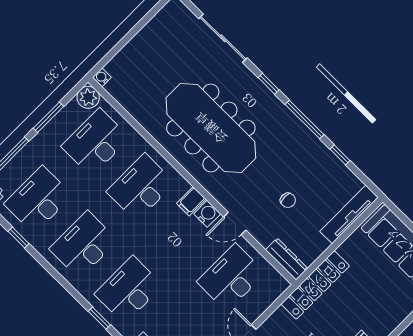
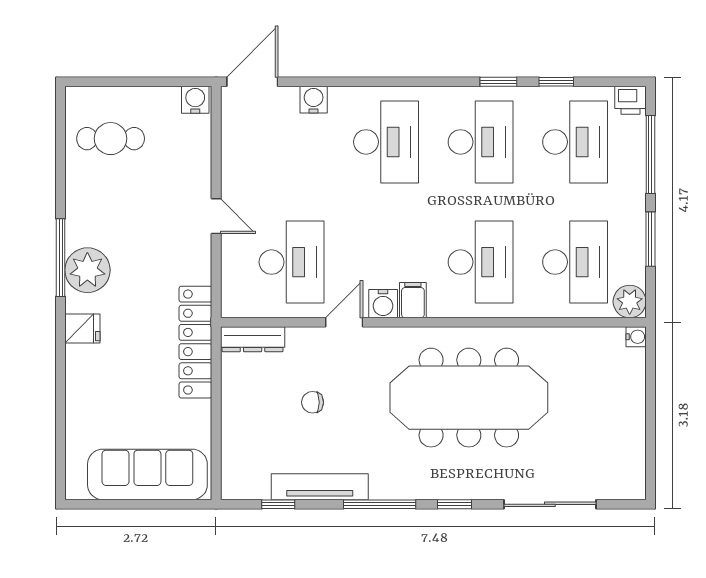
window: (340, 155) -> (278, 504), moved
tv unit: (349, 214) -> (320, 487), moved, turned -90
window: (99, 318) -> (498, 82), moved

